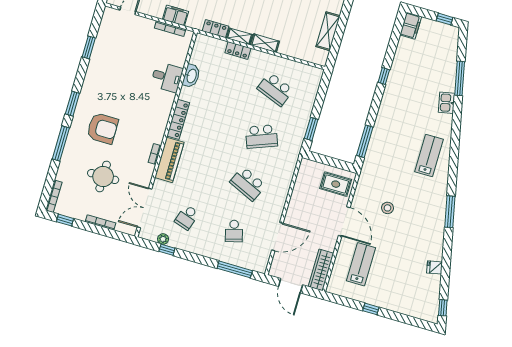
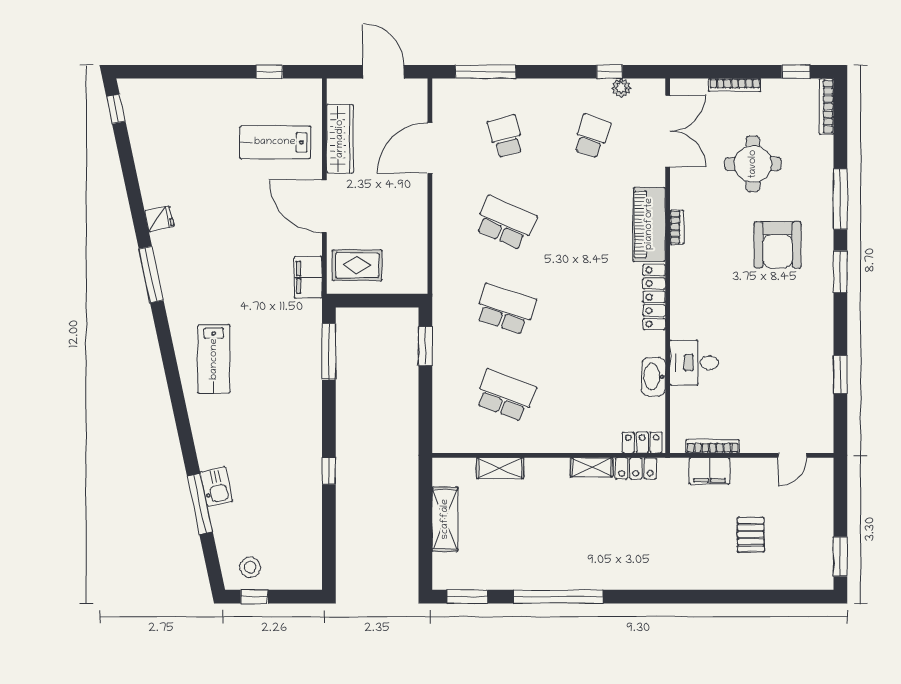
filing cabinet: (411, 26) -> (308, 277), moved
shelving: (265, 43) -> (500, 468), moved
locker: (238, 50) -> (642, 442), moved
kitchen sink: (447, 103) -> (216, 486), moved
armchair: (102, 128) -> (778, 245), turned -90
school desk: (261, 136) -> (506, 309), turned 39
stool: (387, 208) -> (250, 567), moved
lab bench: (361, 264) -> (275, 142), turned 90
fridge: (435, 267) -> (159, 219), moved
wardrobe: (321, 270) -> (340, 139), moved
window: (371, 309) -> (269, 72), moved

